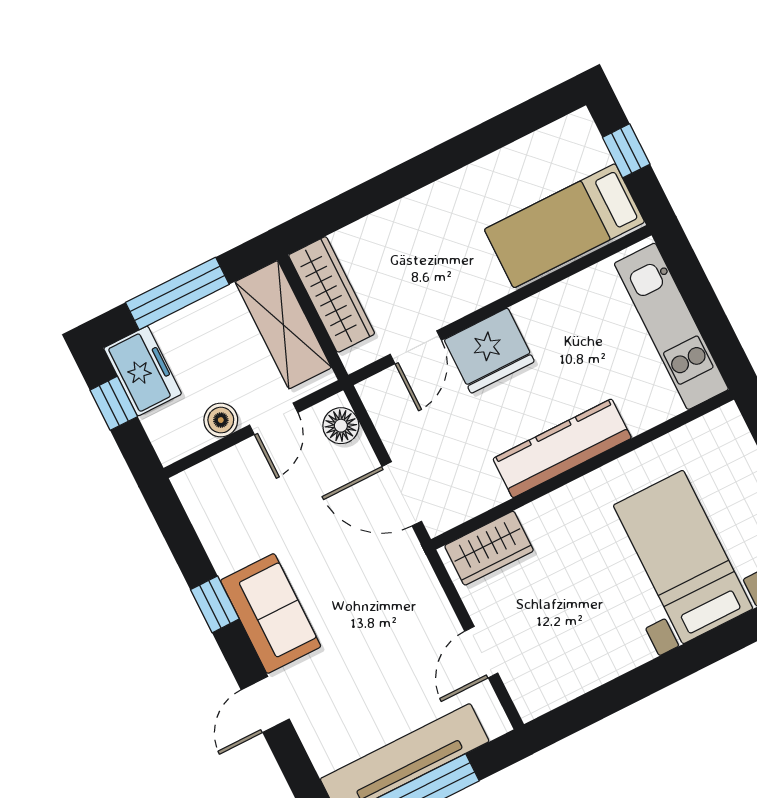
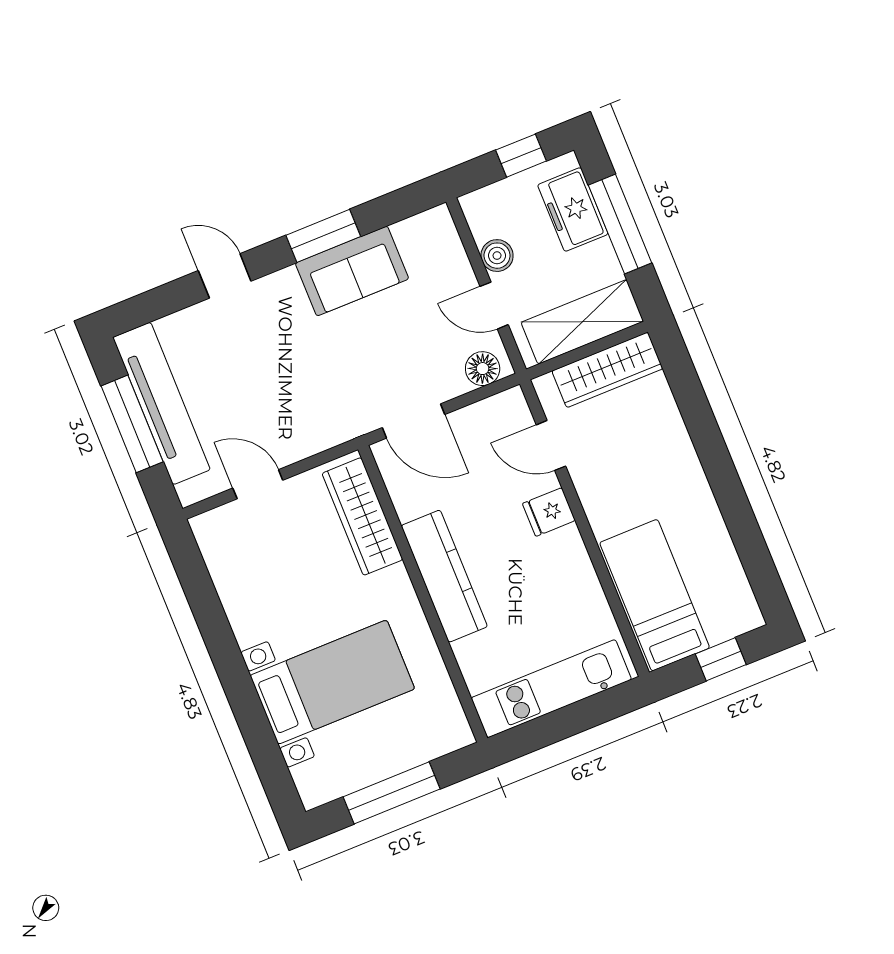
fridge: (489, 351) -> (549, 512), width x0.53, depth x0.75
freezer: (143, 371) -> (573, 209), moved, turned 90
door: (402, 494) -> (413, 421), swing flipped
wardrobe: (489, 548) -> (362, 516), width x1.50
window: (215, 604) -> (323, 236), width x1.50
sofa: (271, 613) -> (352, 271), moved

